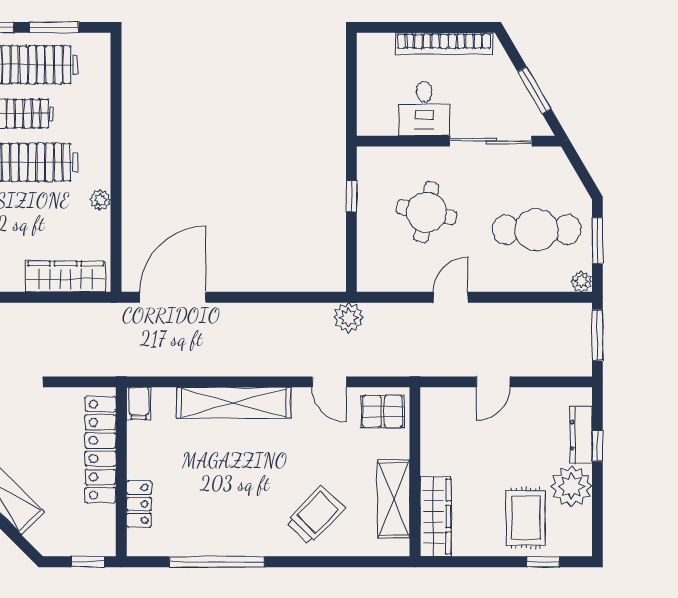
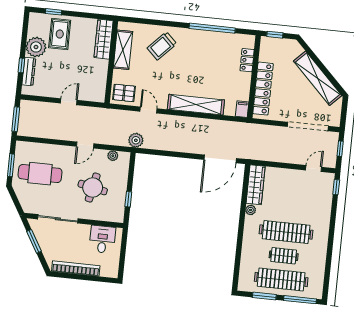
desk: (424, 109) -> (102, 239), moved
wardrobe: (66, 277) -> (256, 185), moved, turned -90
plant: (582, 281) -> (113, 156), moved

